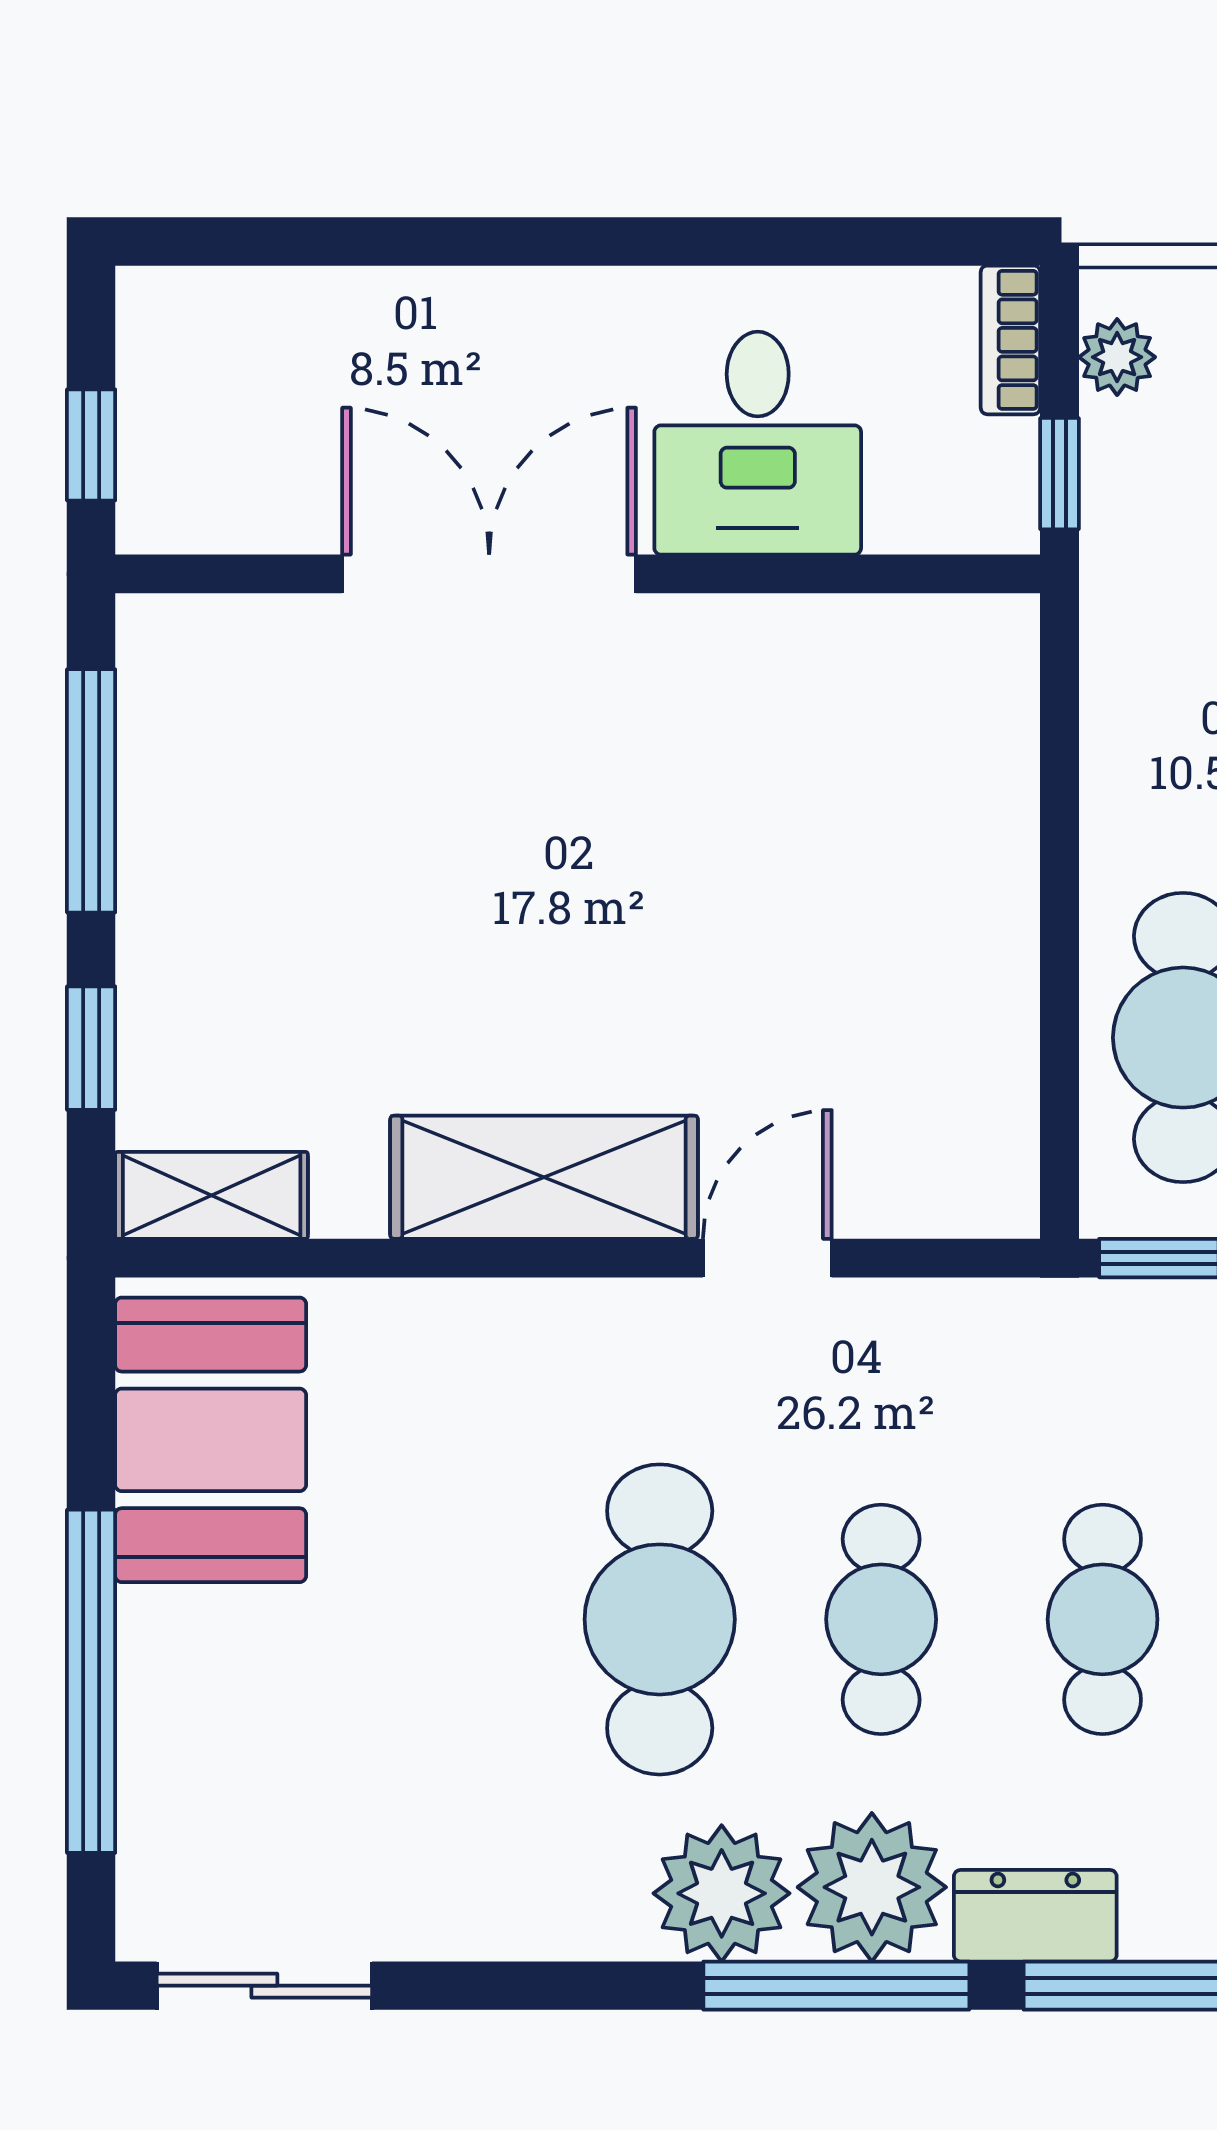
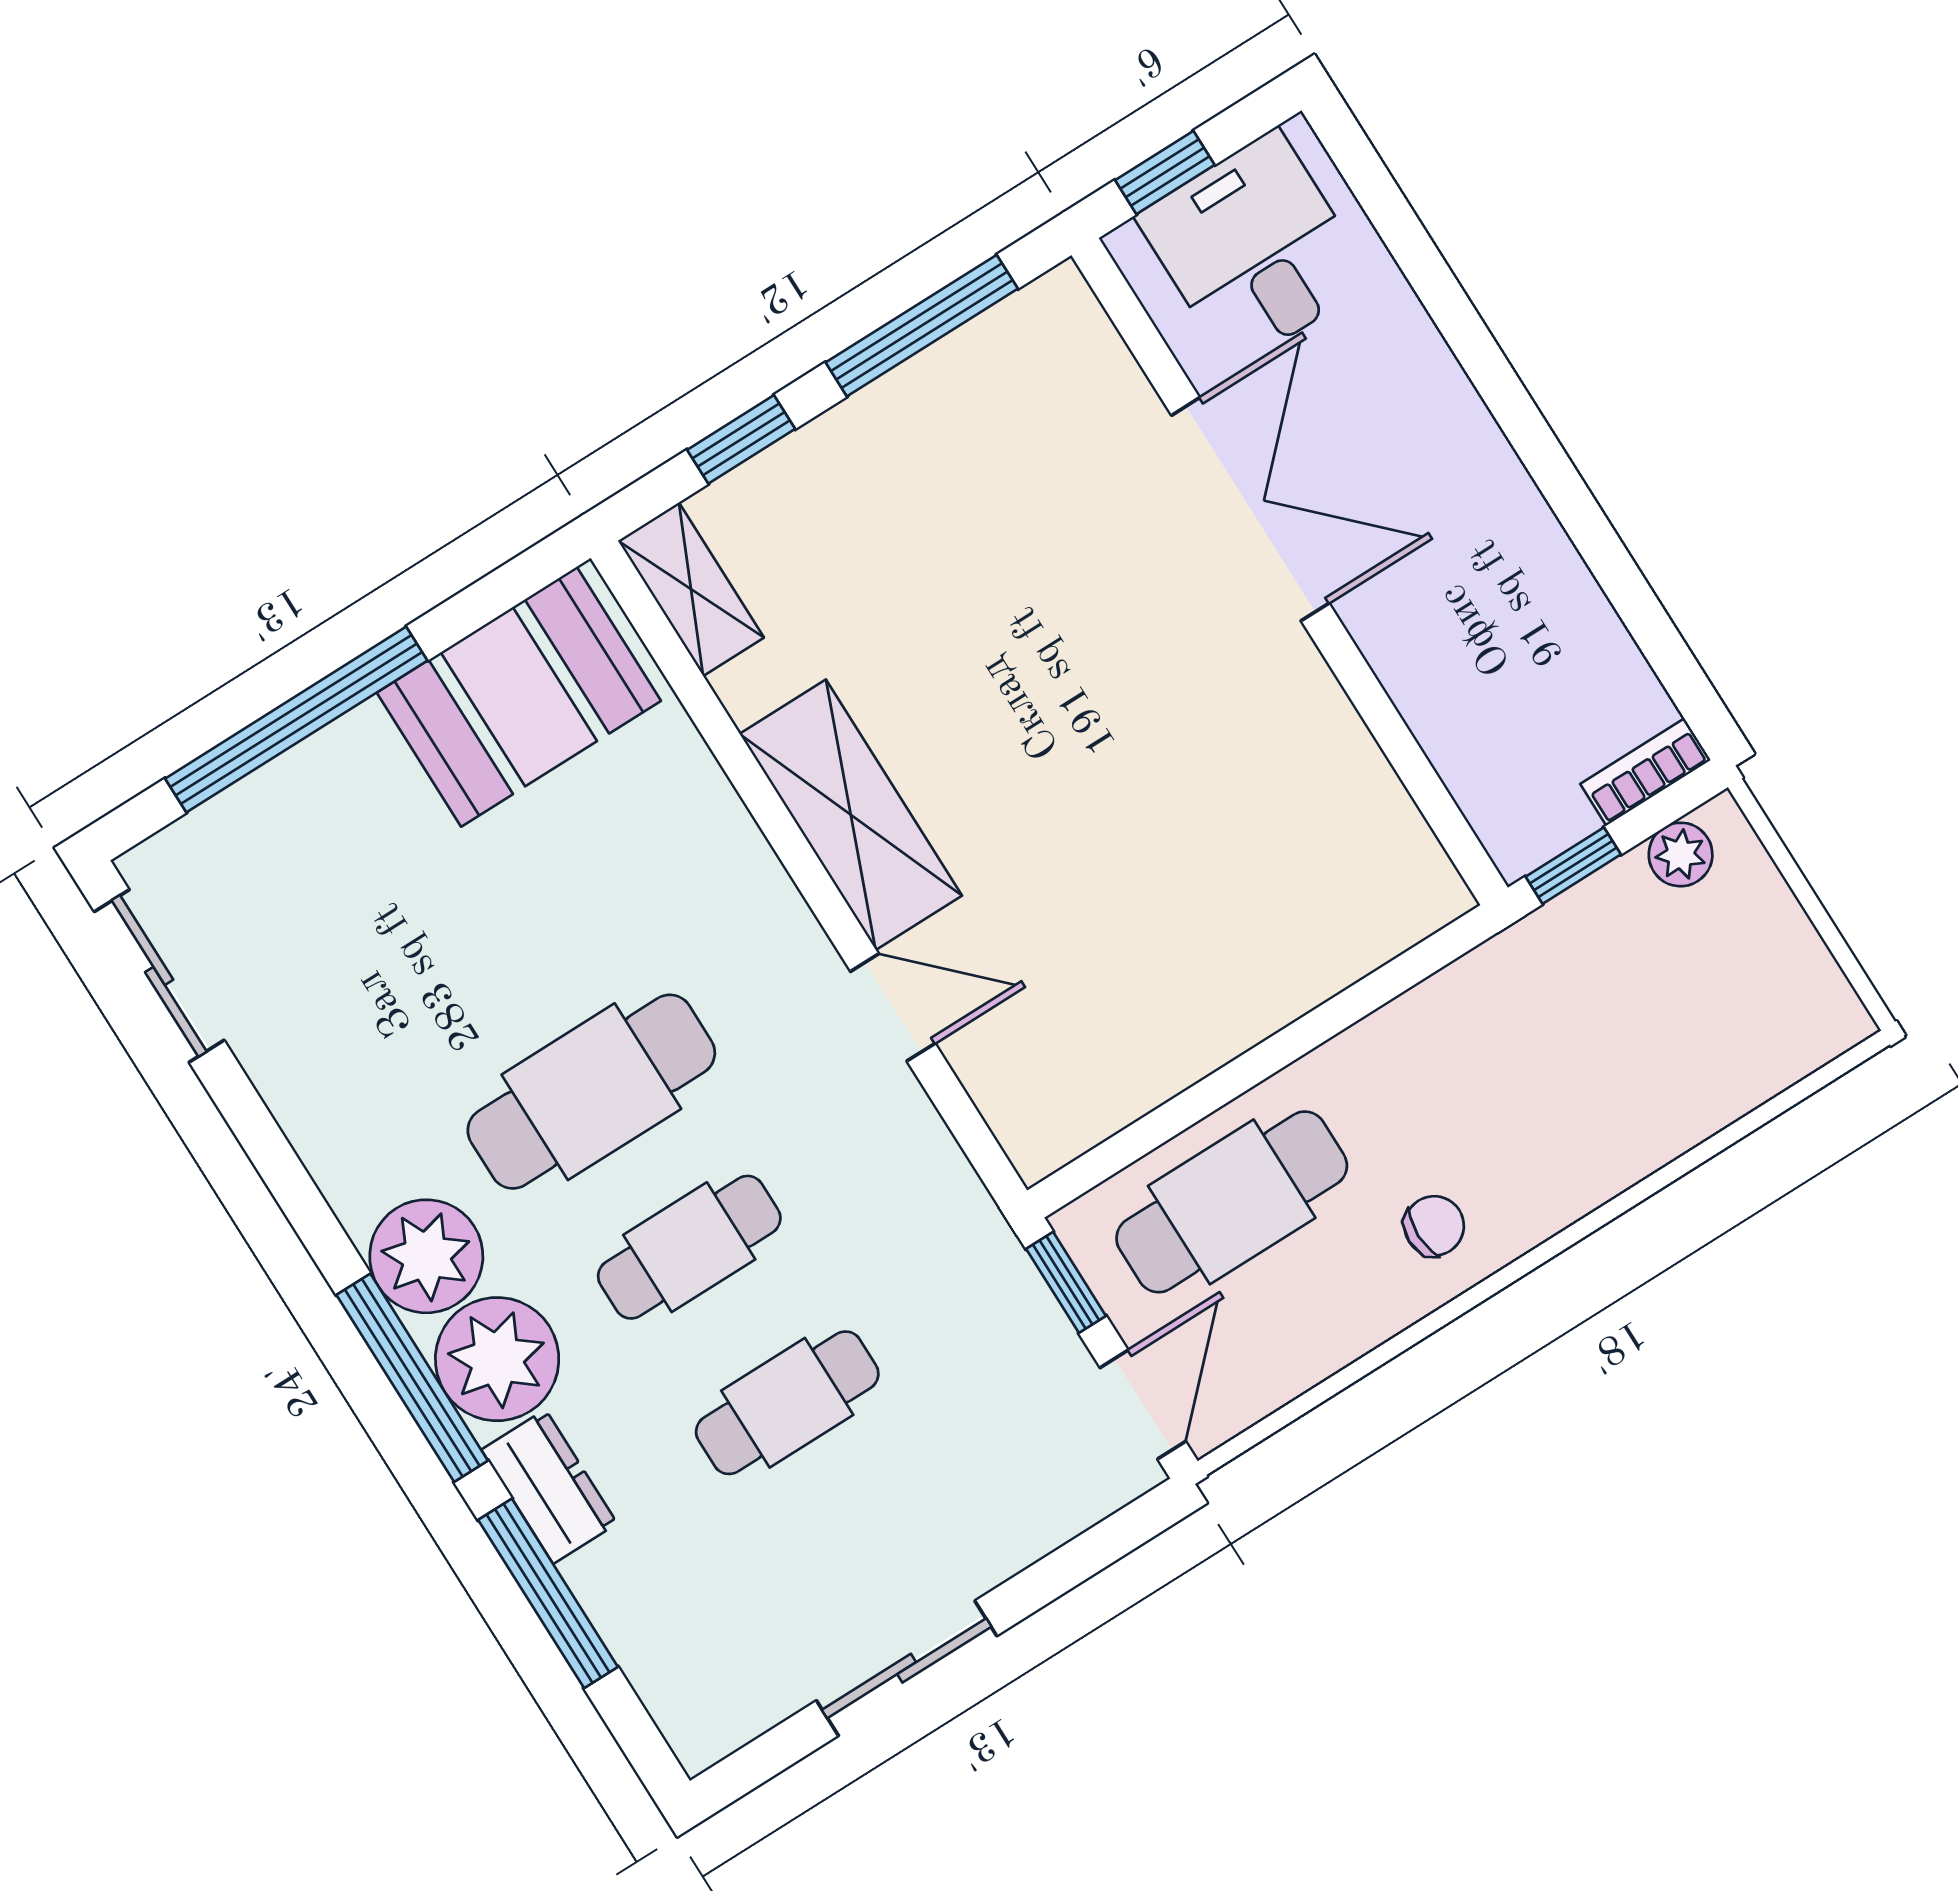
desk: (758, 443) -> (1255, 249), moved, turned 90

